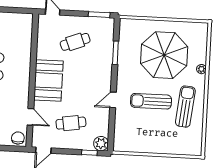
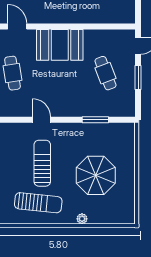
window: (99, 15) -> (138, 78), moved
parasol: (164, 55) -> (96, 175), width x0.73, depth x0.73
door: (30, 117) -> (17, 26), swing flipped

